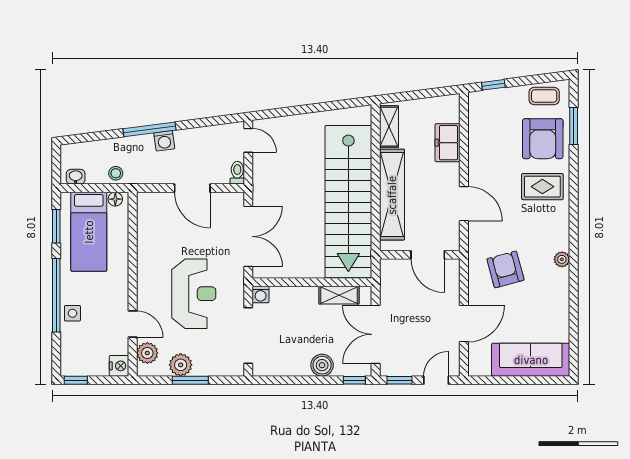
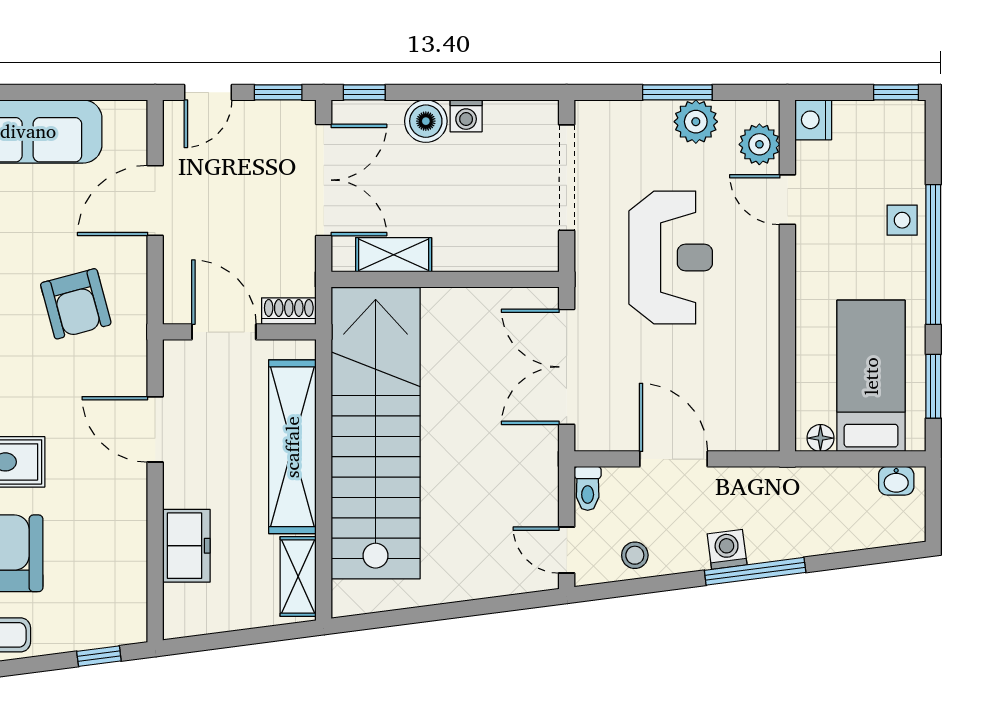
stool: (116, 173) -> (635, 555), moved
shoe rack: (394, 266) -> (289, 311), added
reception desk: (194, 294) -> (671, 257), turned 180
washing machine: (261, 294) -> (466, 116), moved, turned 180

